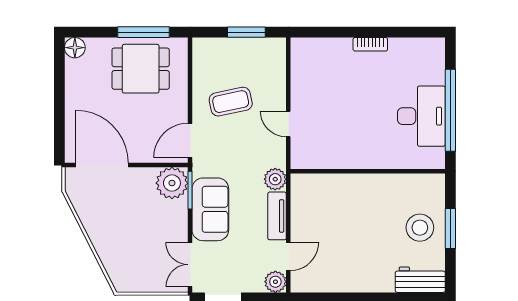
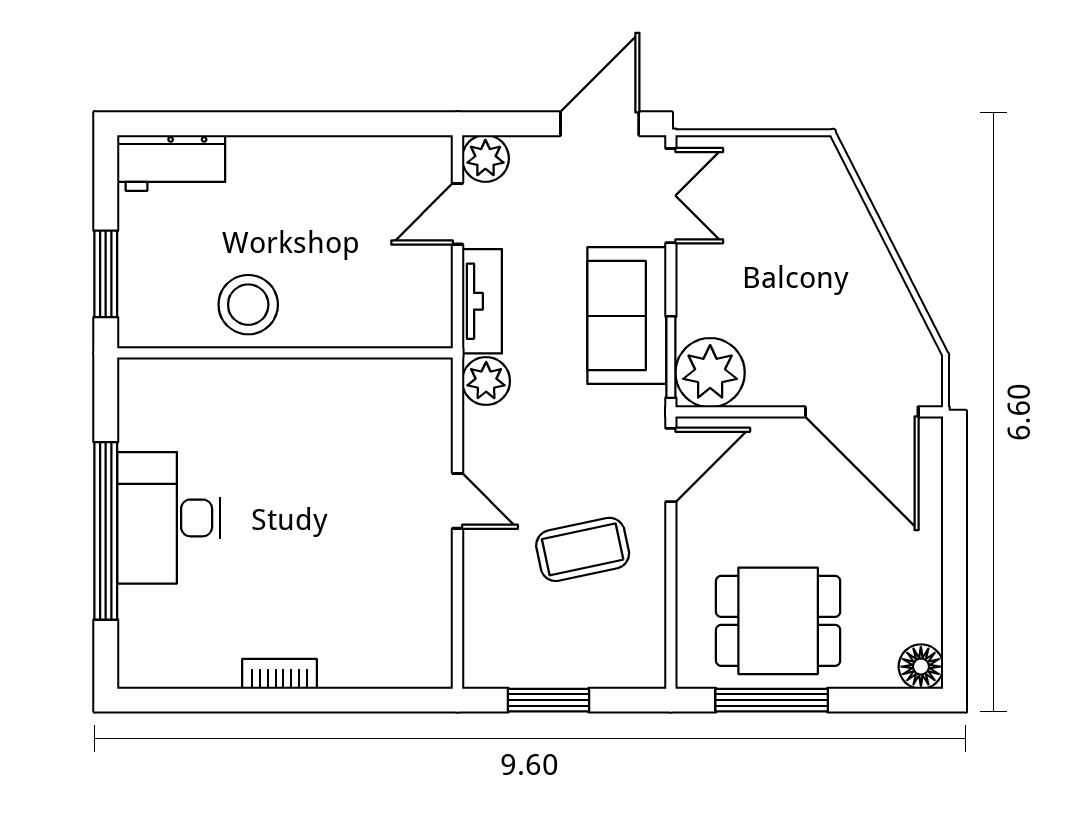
wall: (368, 171) -> (285, 353), moved
stool: (420, 228) -> (248, 305), moved

